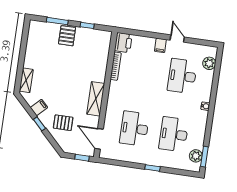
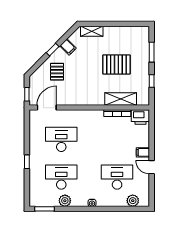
pallet: (67, 36) -> (116, 64), moved, width x1.50, depth x1.42
door: (177, 39) -> (152, 167), swing flipped
shelving: (96, 99) -> (121, 99), moved
plant: (196, 156) -> (65, 201), moved

